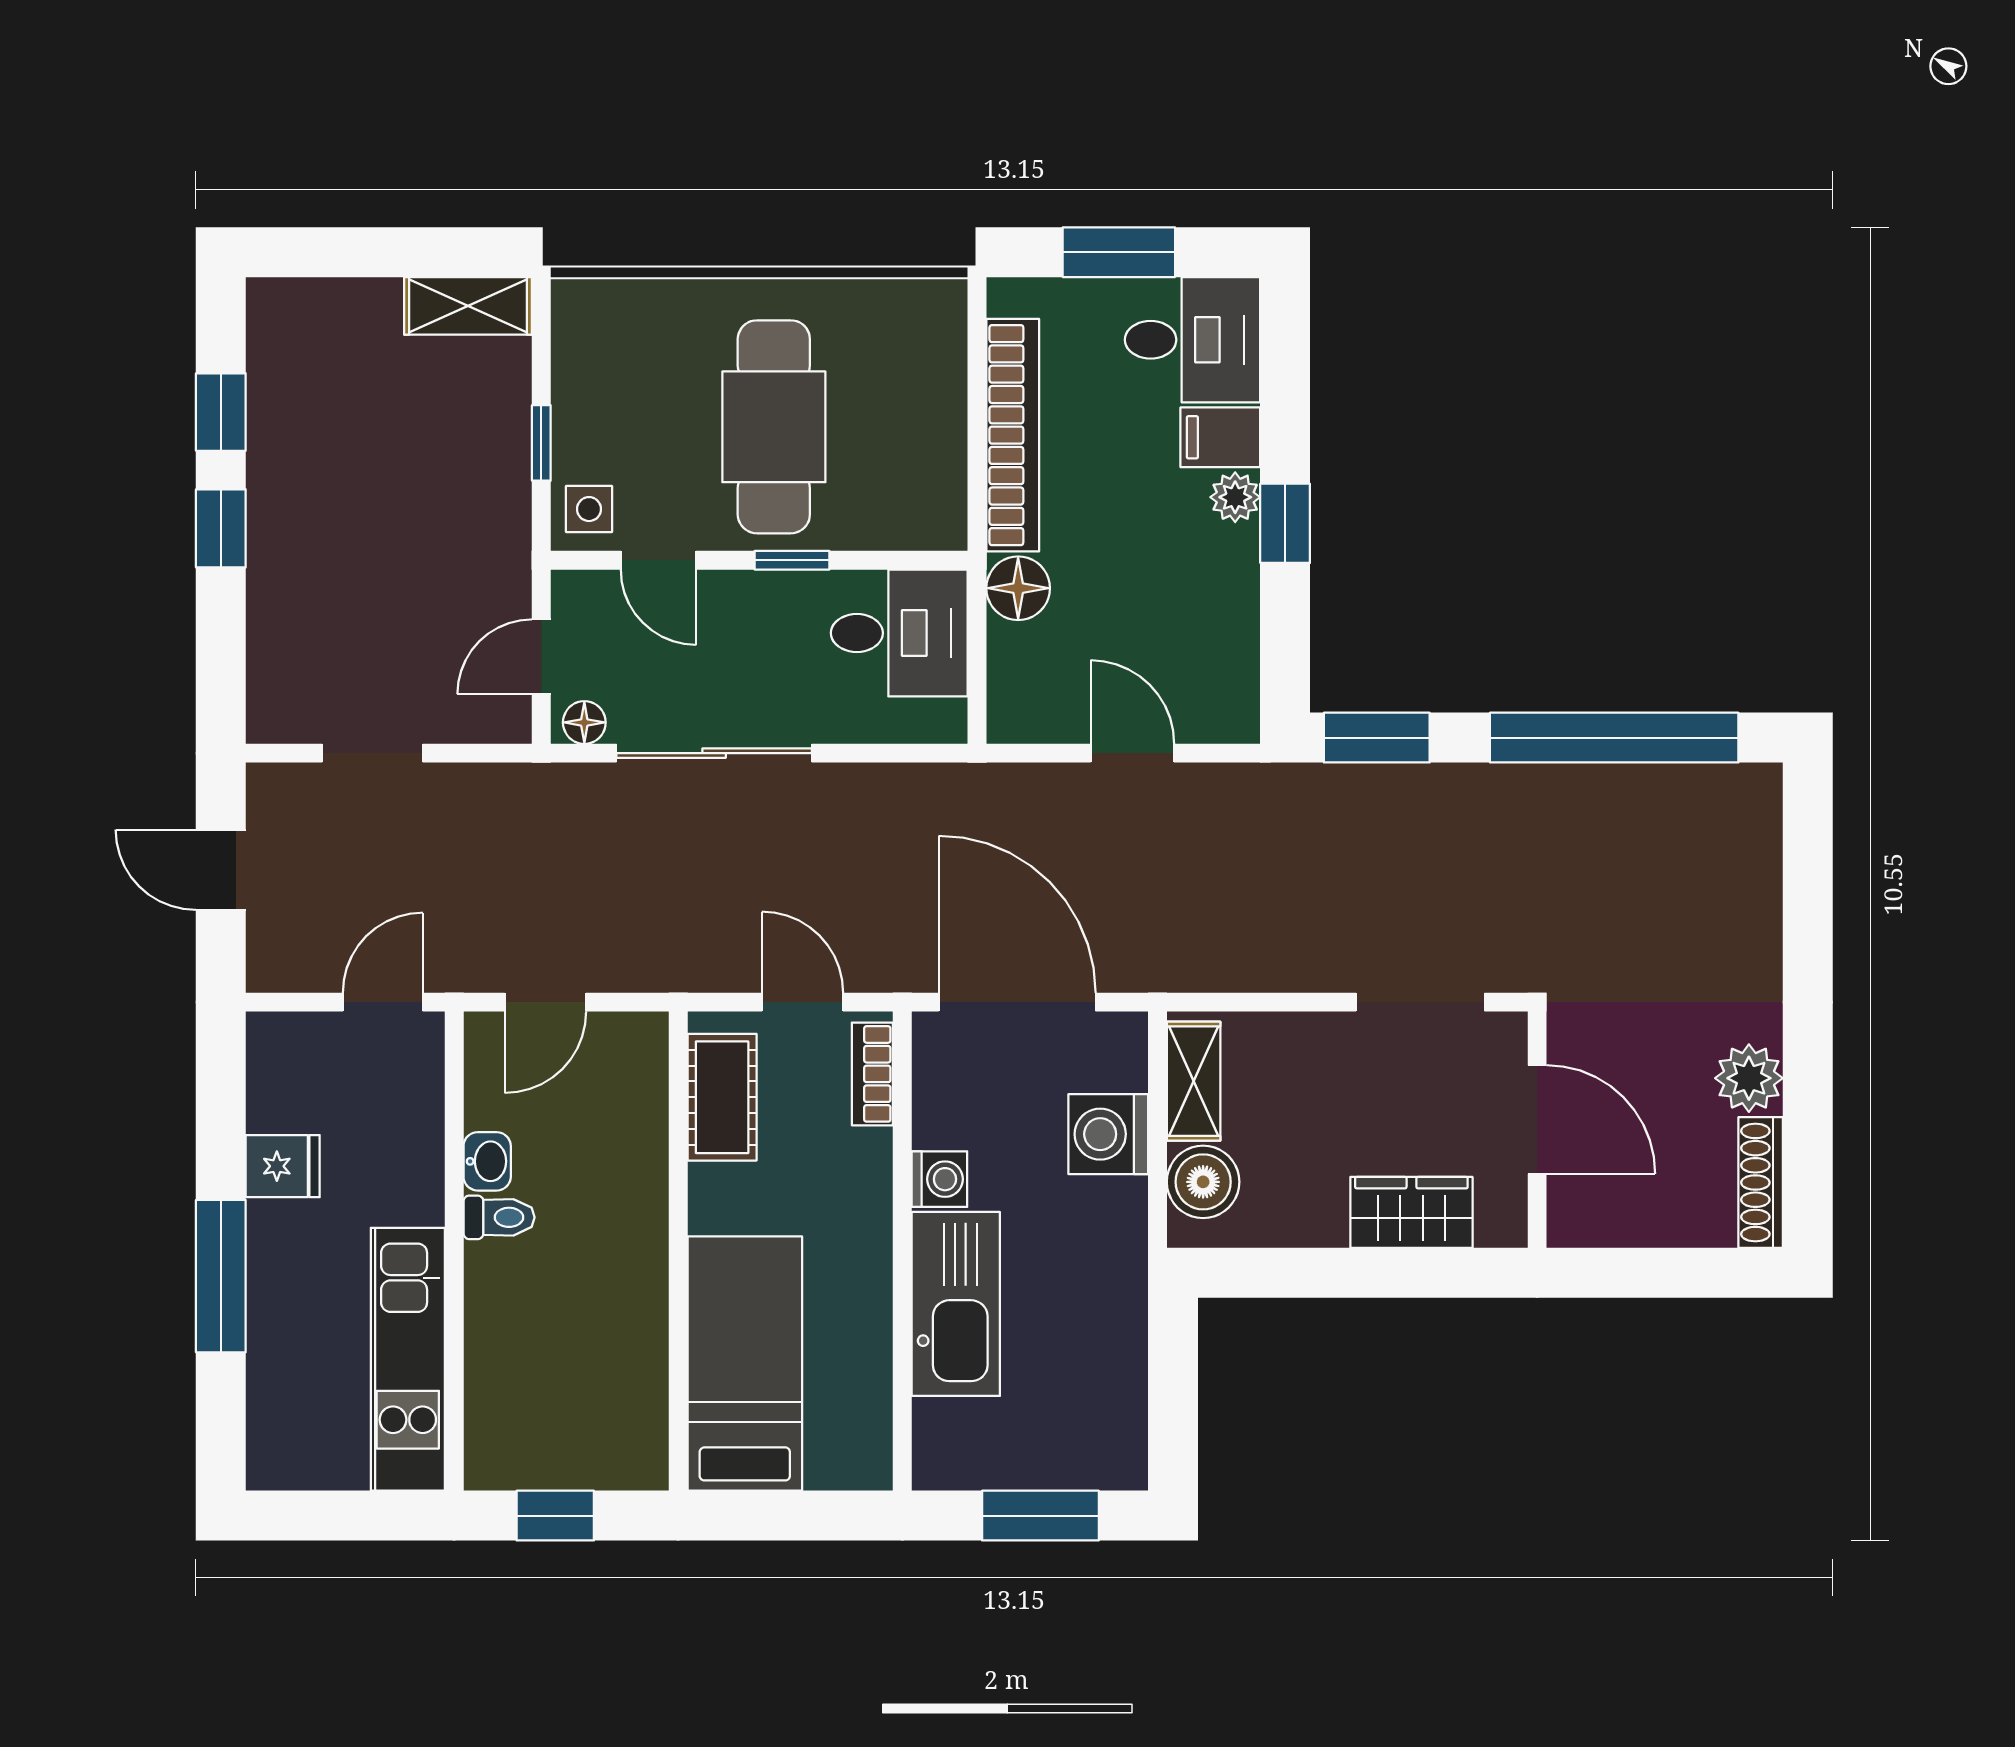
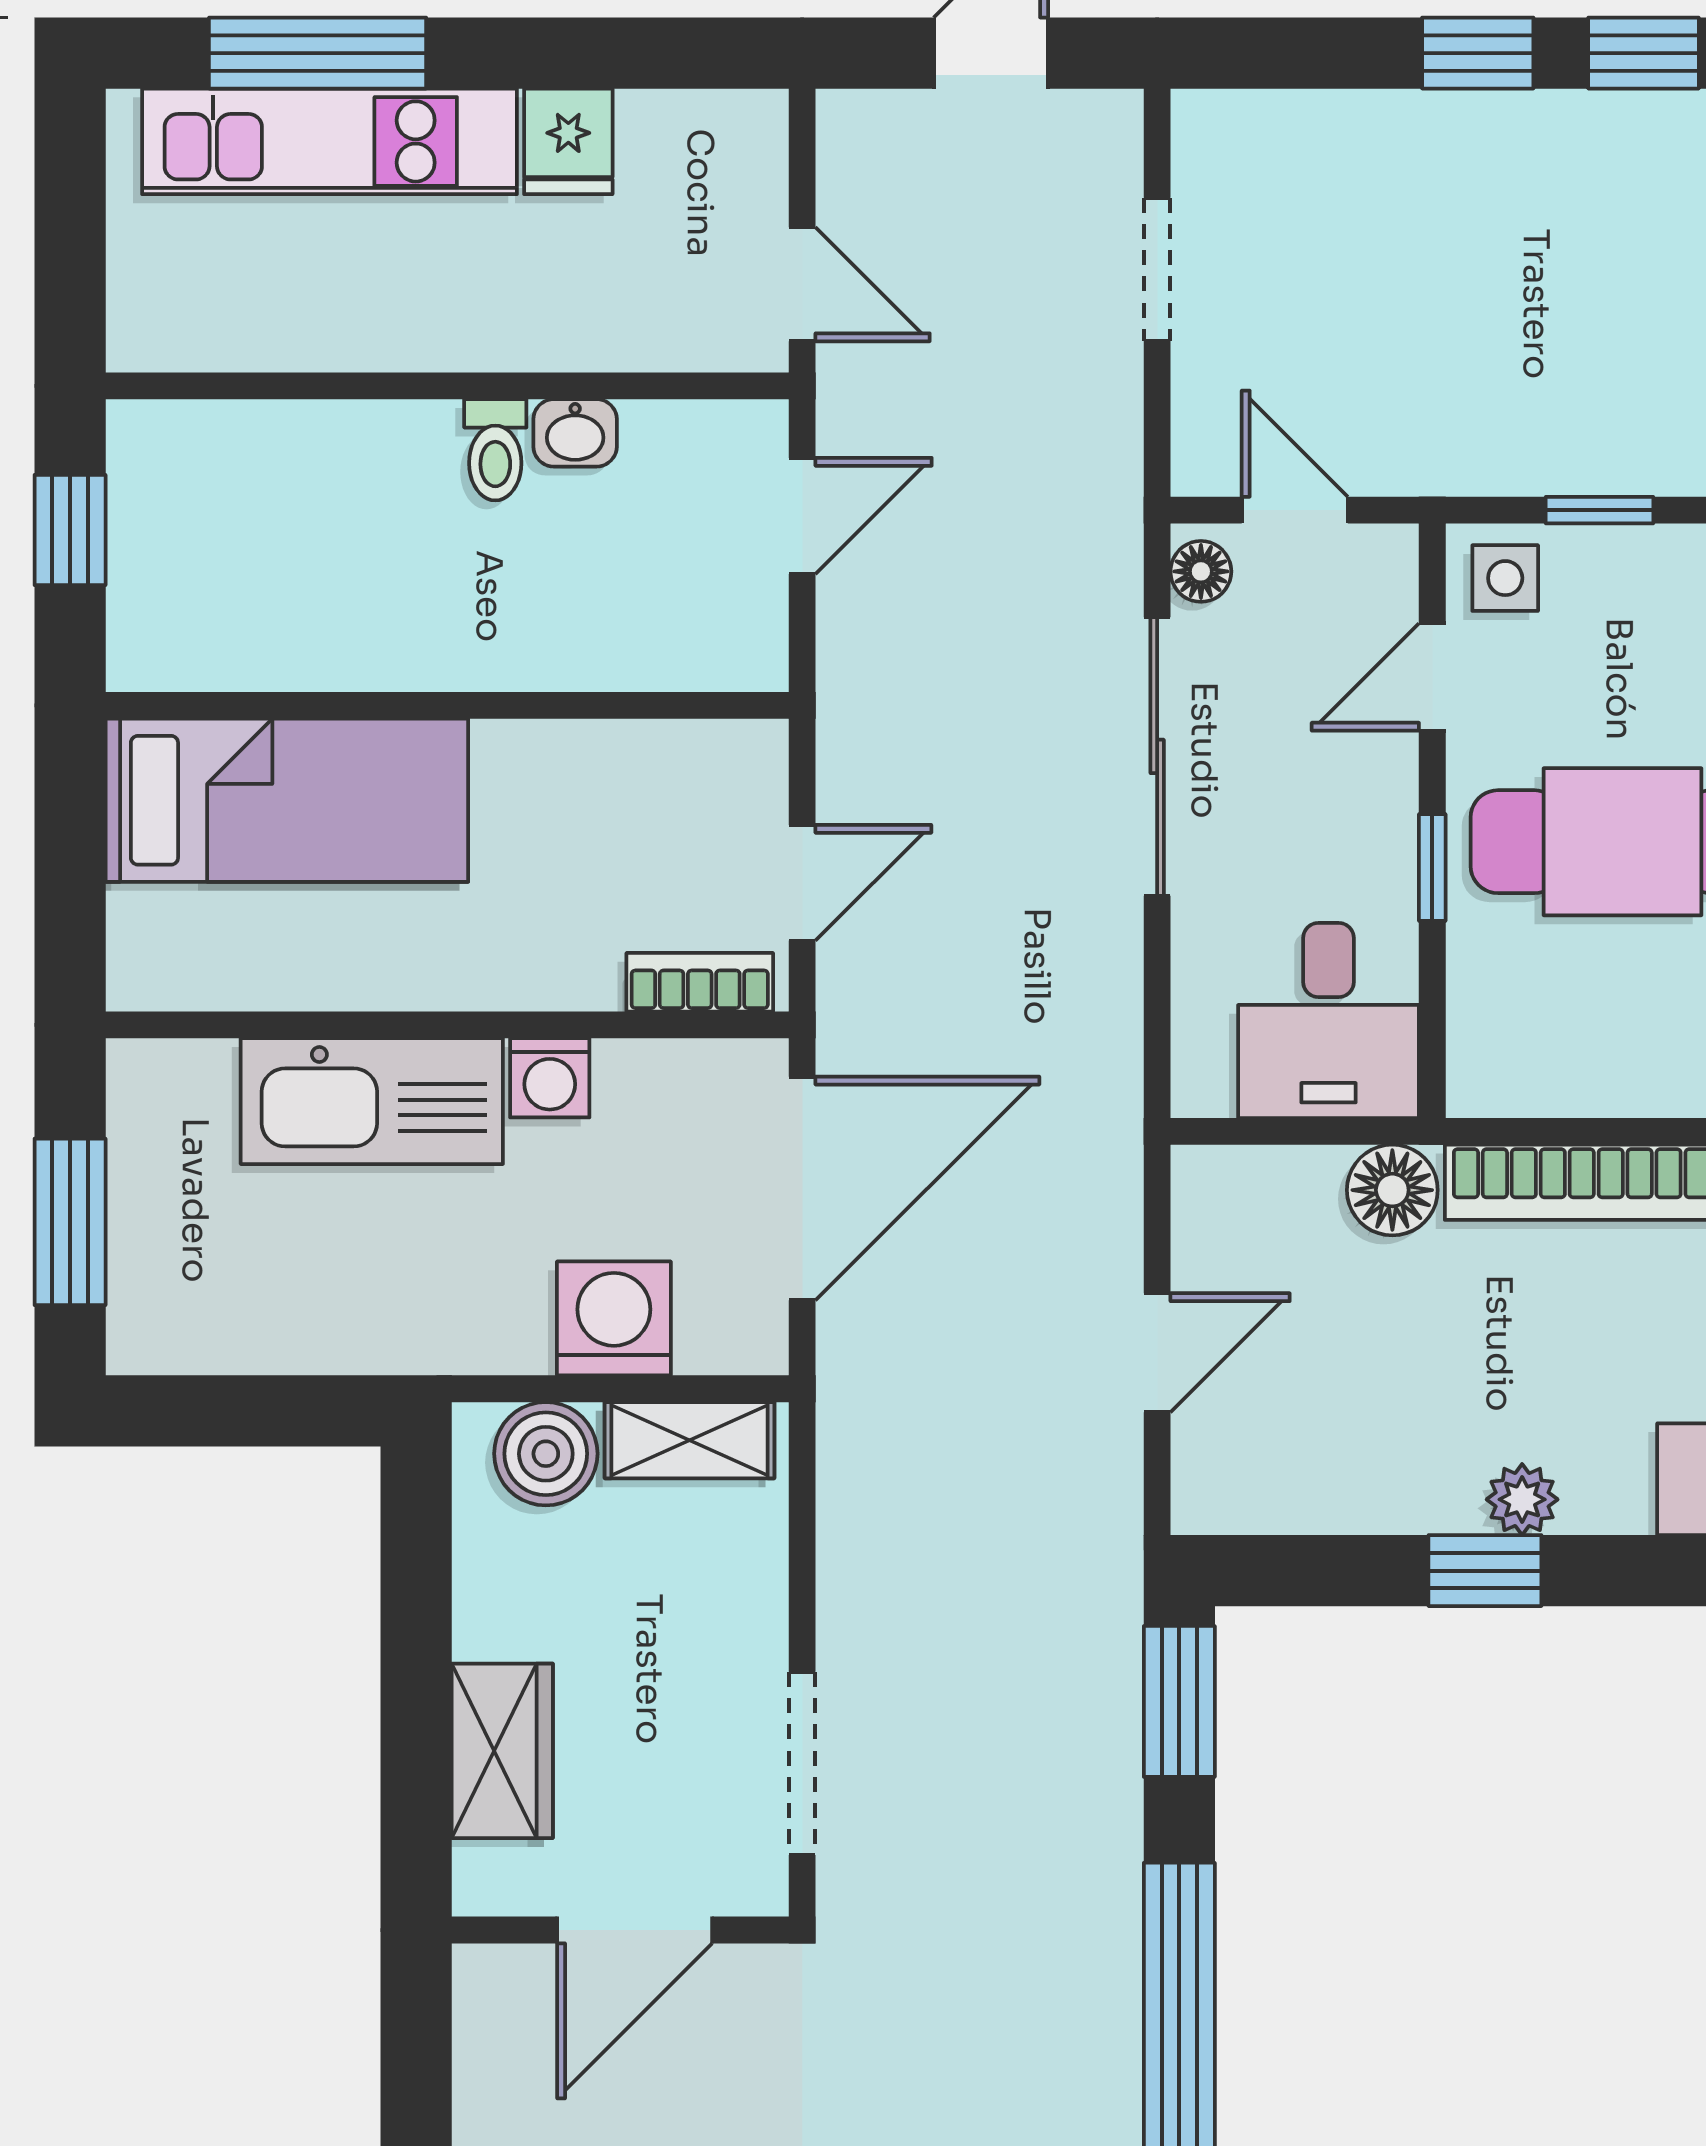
filing cabinet: (1220, 437) -> (1608, 1478), removed
door: (545, 1002) -> (802, 516), swing flipped
cot: (722, 1097) -> (667, 768), removed
window: (221, 1276) -> (318, 53), moved
kitchen unit: (408, 1359) -> (329, 141), moved, turned 180

